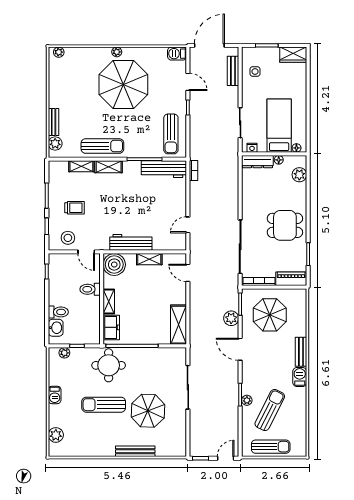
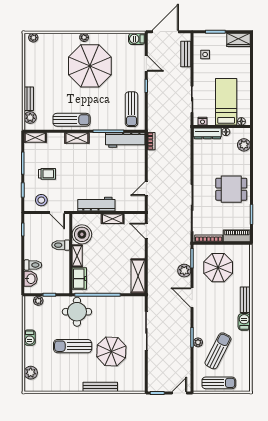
shelving: (81, 166) -> (35, 137), moved
boiler: (114, 265) -> (82, 234), moved

